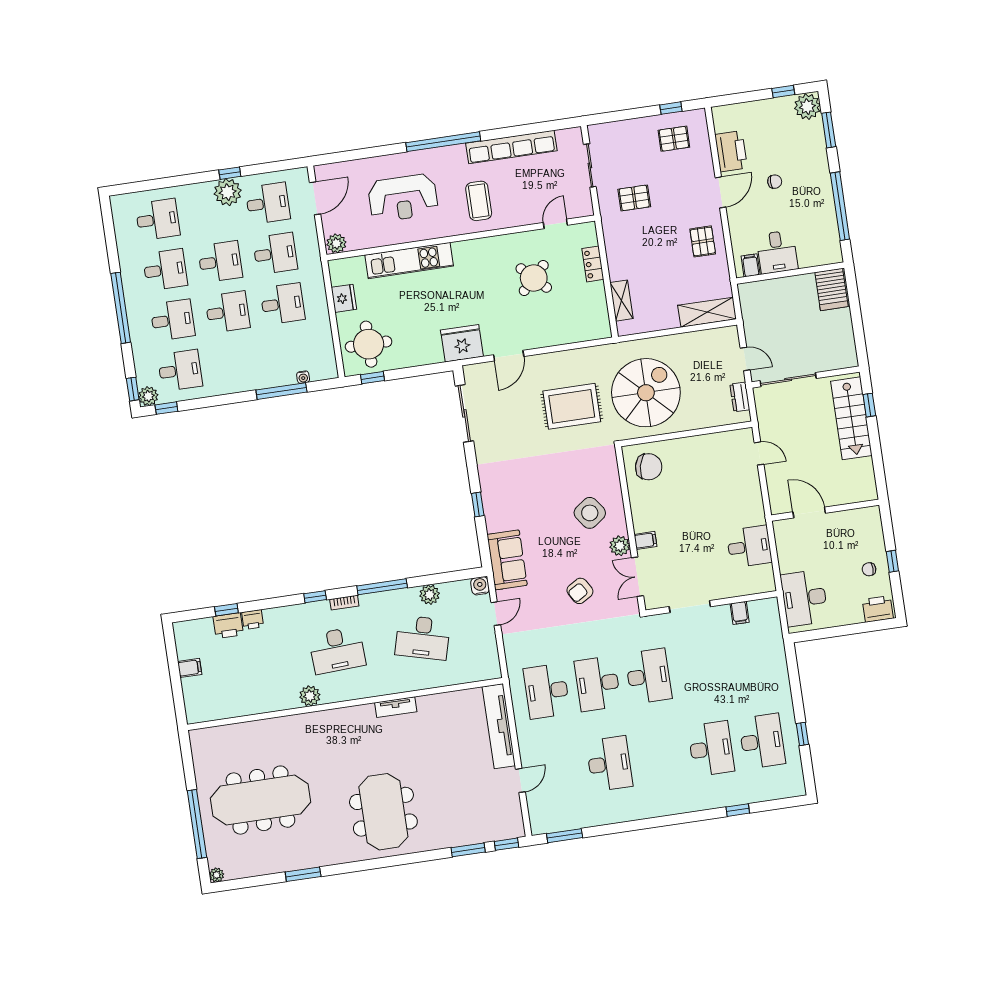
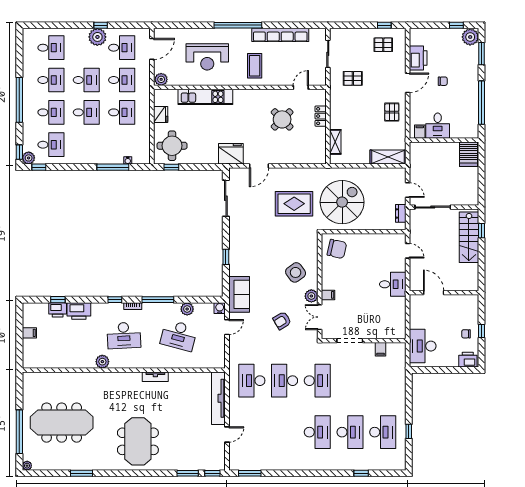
desk: (749, 547) -> (393, 284), moved
printer: (253, 620) -> (79, 311), width x1.87, depth x1.48
desk: (609, 764) -> (317, 432), moved

